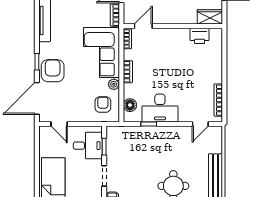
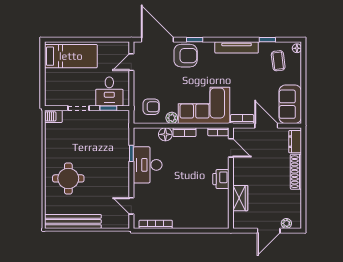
wardrobe: (210, 17) -> (240, 198), moved
printer: (200, 36) -> (221, 179), moved
floor lamp: (130, 105) -> (165, 134), moved

